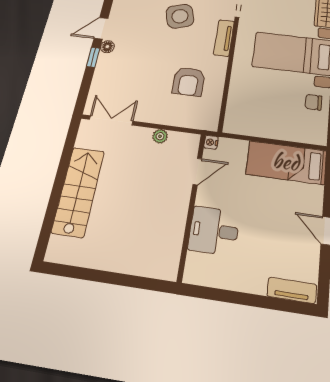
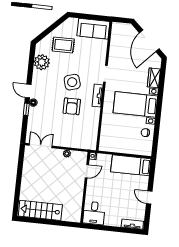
door: (101, 28) -> (28, 91), hinge flipped
armchair: (189, 82) -> (72, 106), moved
stairs: (78, 191) -> (40, 210), moved, turned -90
desk: (214, 231) -> (94, 213), moved, turned -90

